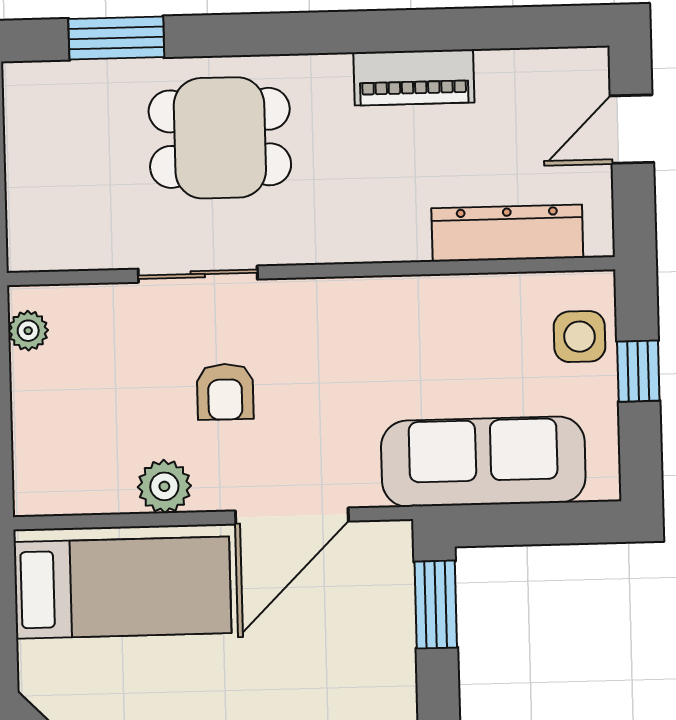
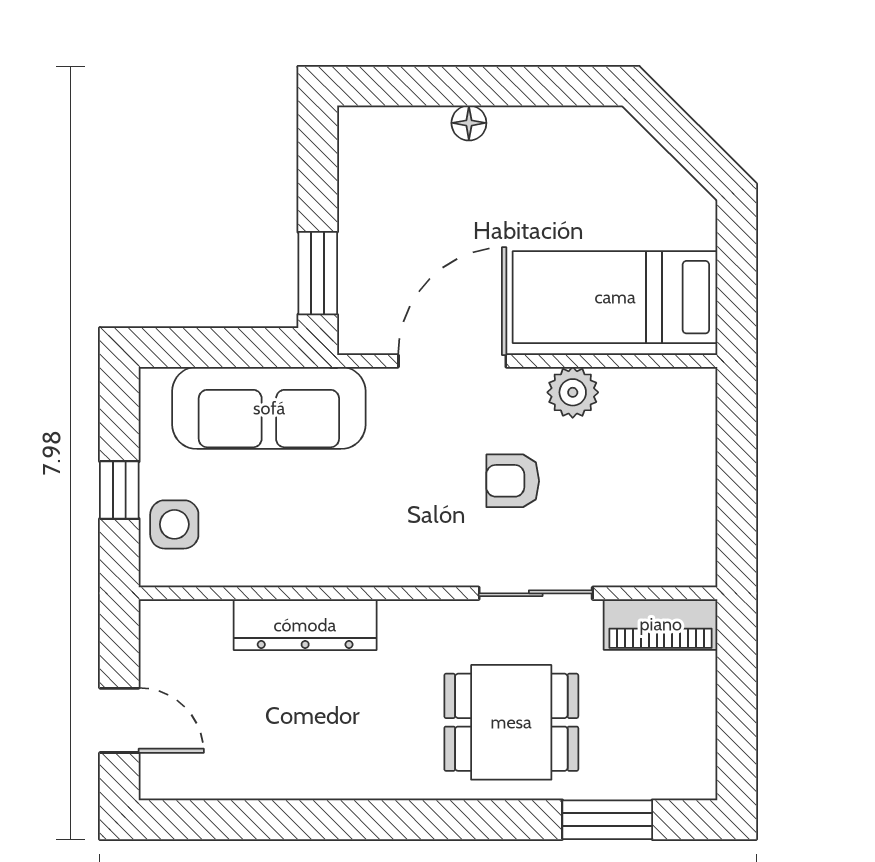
piano: (414, 77) -> (661, 624), moved, turned 180
door: (632, 129) -> (119, 720), hinge flipped
dresser: (507, 233) -> (305, 625), moved
plant: (28, 331) -> (698, 544), removed
armchair: (225, 392) -> (513, 481), turned -90

